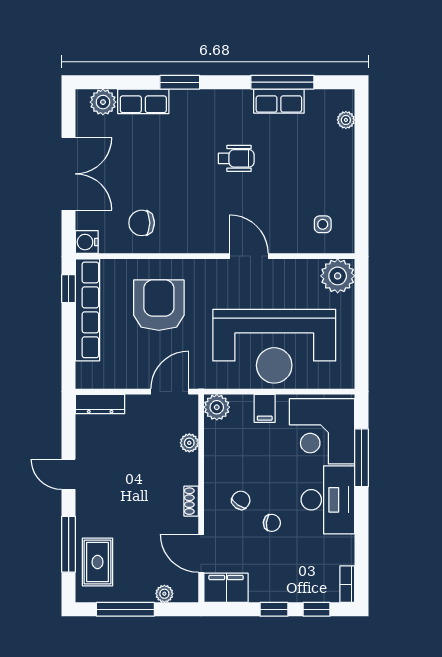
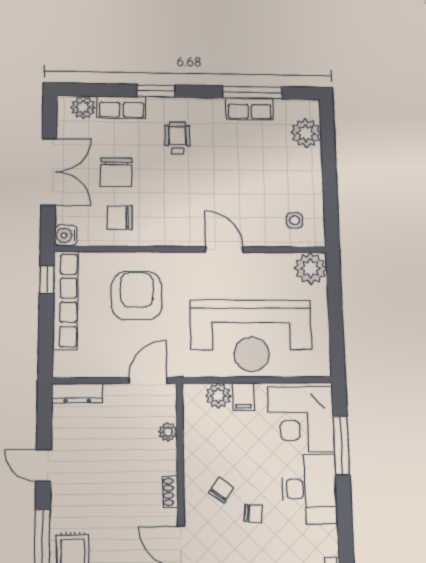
plant: (346, 120) -> (306, 133), width x1.88, depth x1.88
wheelchair: (236, 158) -> (177, 138), moved, turned -90
chair: (138, 174) -> (116, 172), added
plant: (217, 407) -> (218, 396), moved

